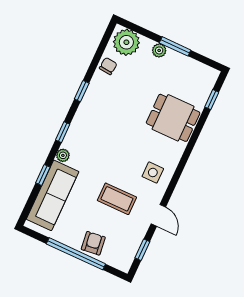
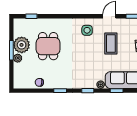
plant: (126, 42) -> (22, 45), moved
dining table: (173, 118) -> (48, 46), moved

